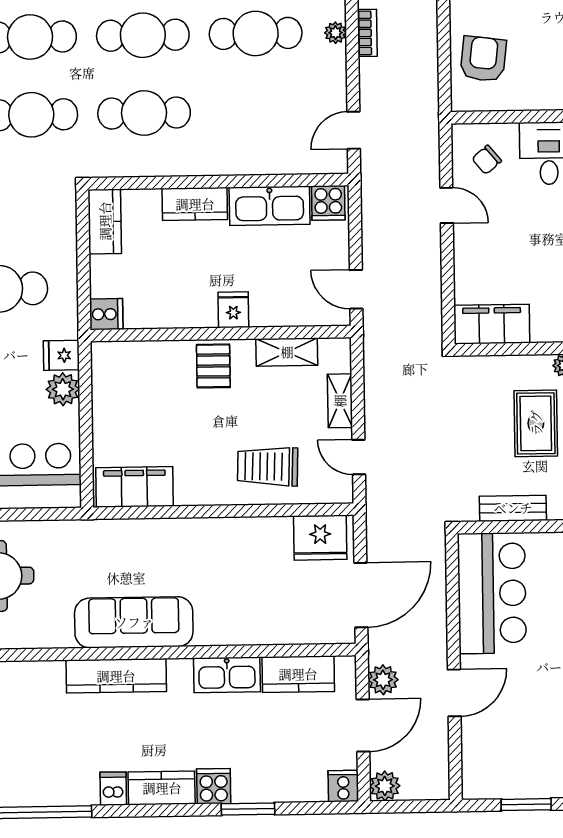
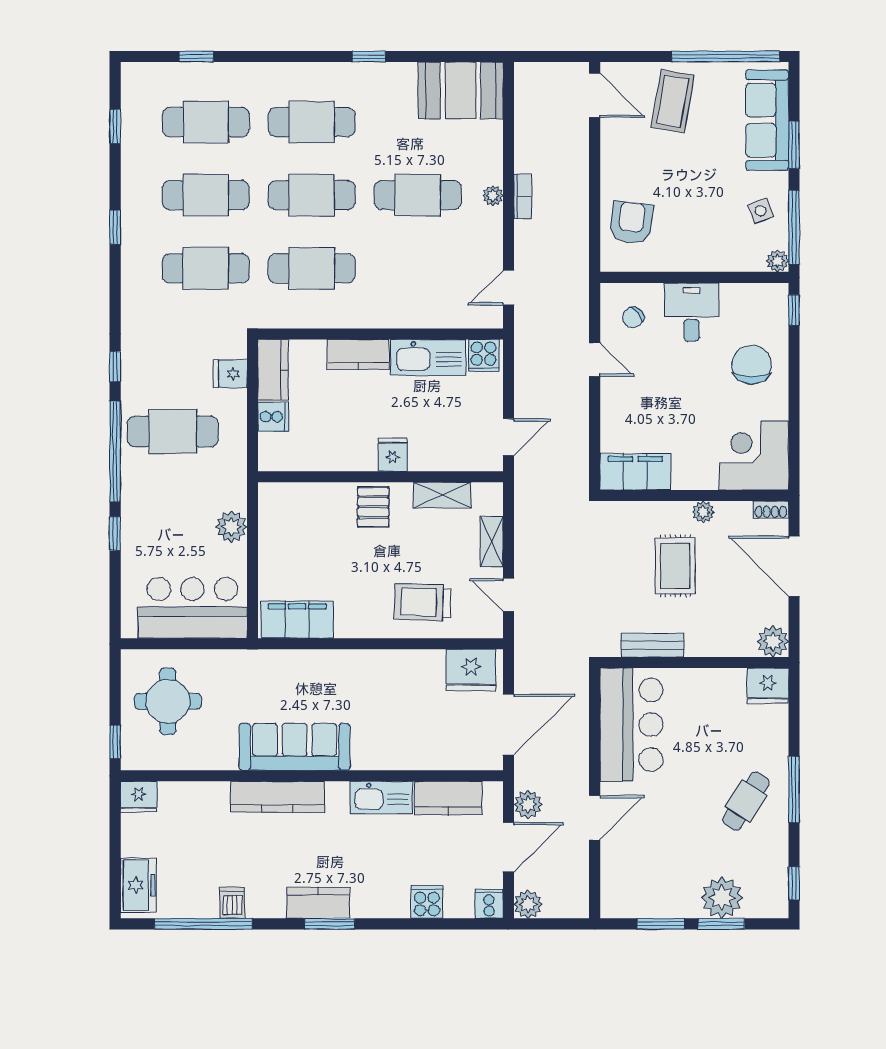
door: (356, 289) -> (508, 437), swing flipped
cooker: (106, 314) -> (273, 417), moved
fridge: (61, 355) -> (230, 374), moved
cooker: (214, 786) -> (427, 902), moved
dishwasher: (113, 789) -> (232, 903), moved
window: (248, 809) -> (330, 924), moved

